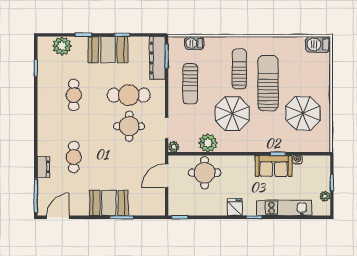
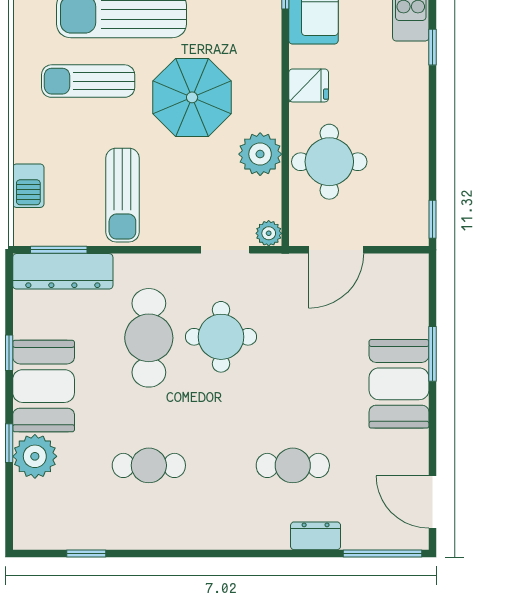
plant: (62, 46) -> (35, 456), moved
sun lounger: (190, 84) -> (122, 195), turned 90
door: (167, 176) -> (336, 250), hinge flipped
fridge: (235, 207) -> (309, 85), moved, turned 180

